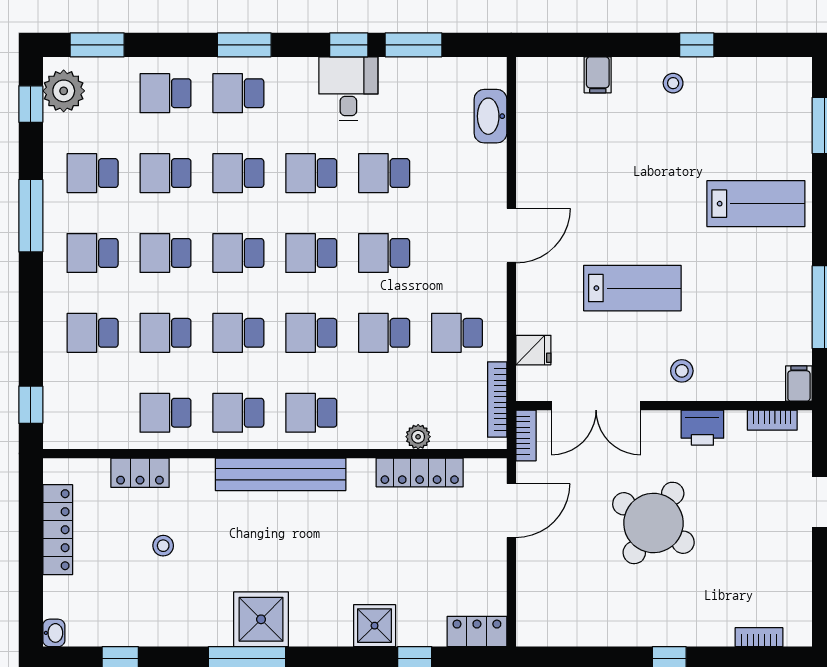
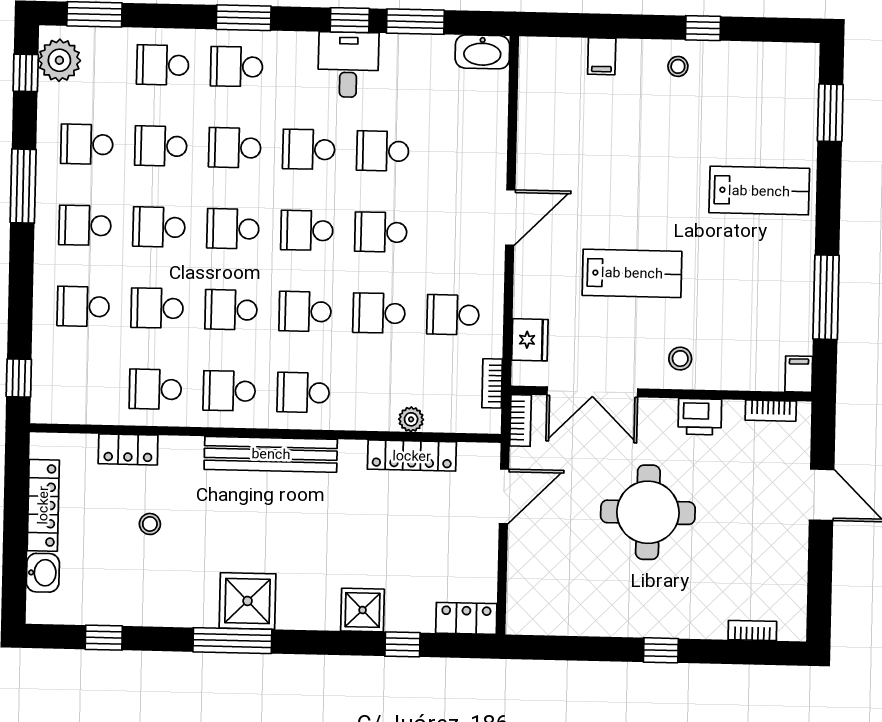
washbasin: (490, 116) -> (482, 52), moved, turned -90
fridge: (533, 350) -> (530, 340), width x1.38
bookcase: (497, 400) -> (492, 383), width x0.64
round table: (653, 523) -> (648, 512), turned -33
washbasin: (54, 633) -> (43, 573), moved, width x1.38, depth x1.45

